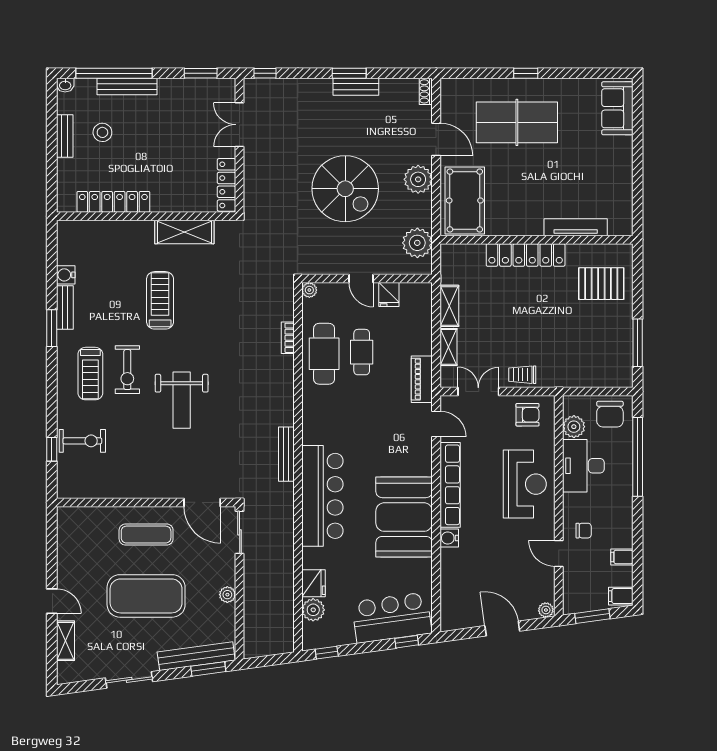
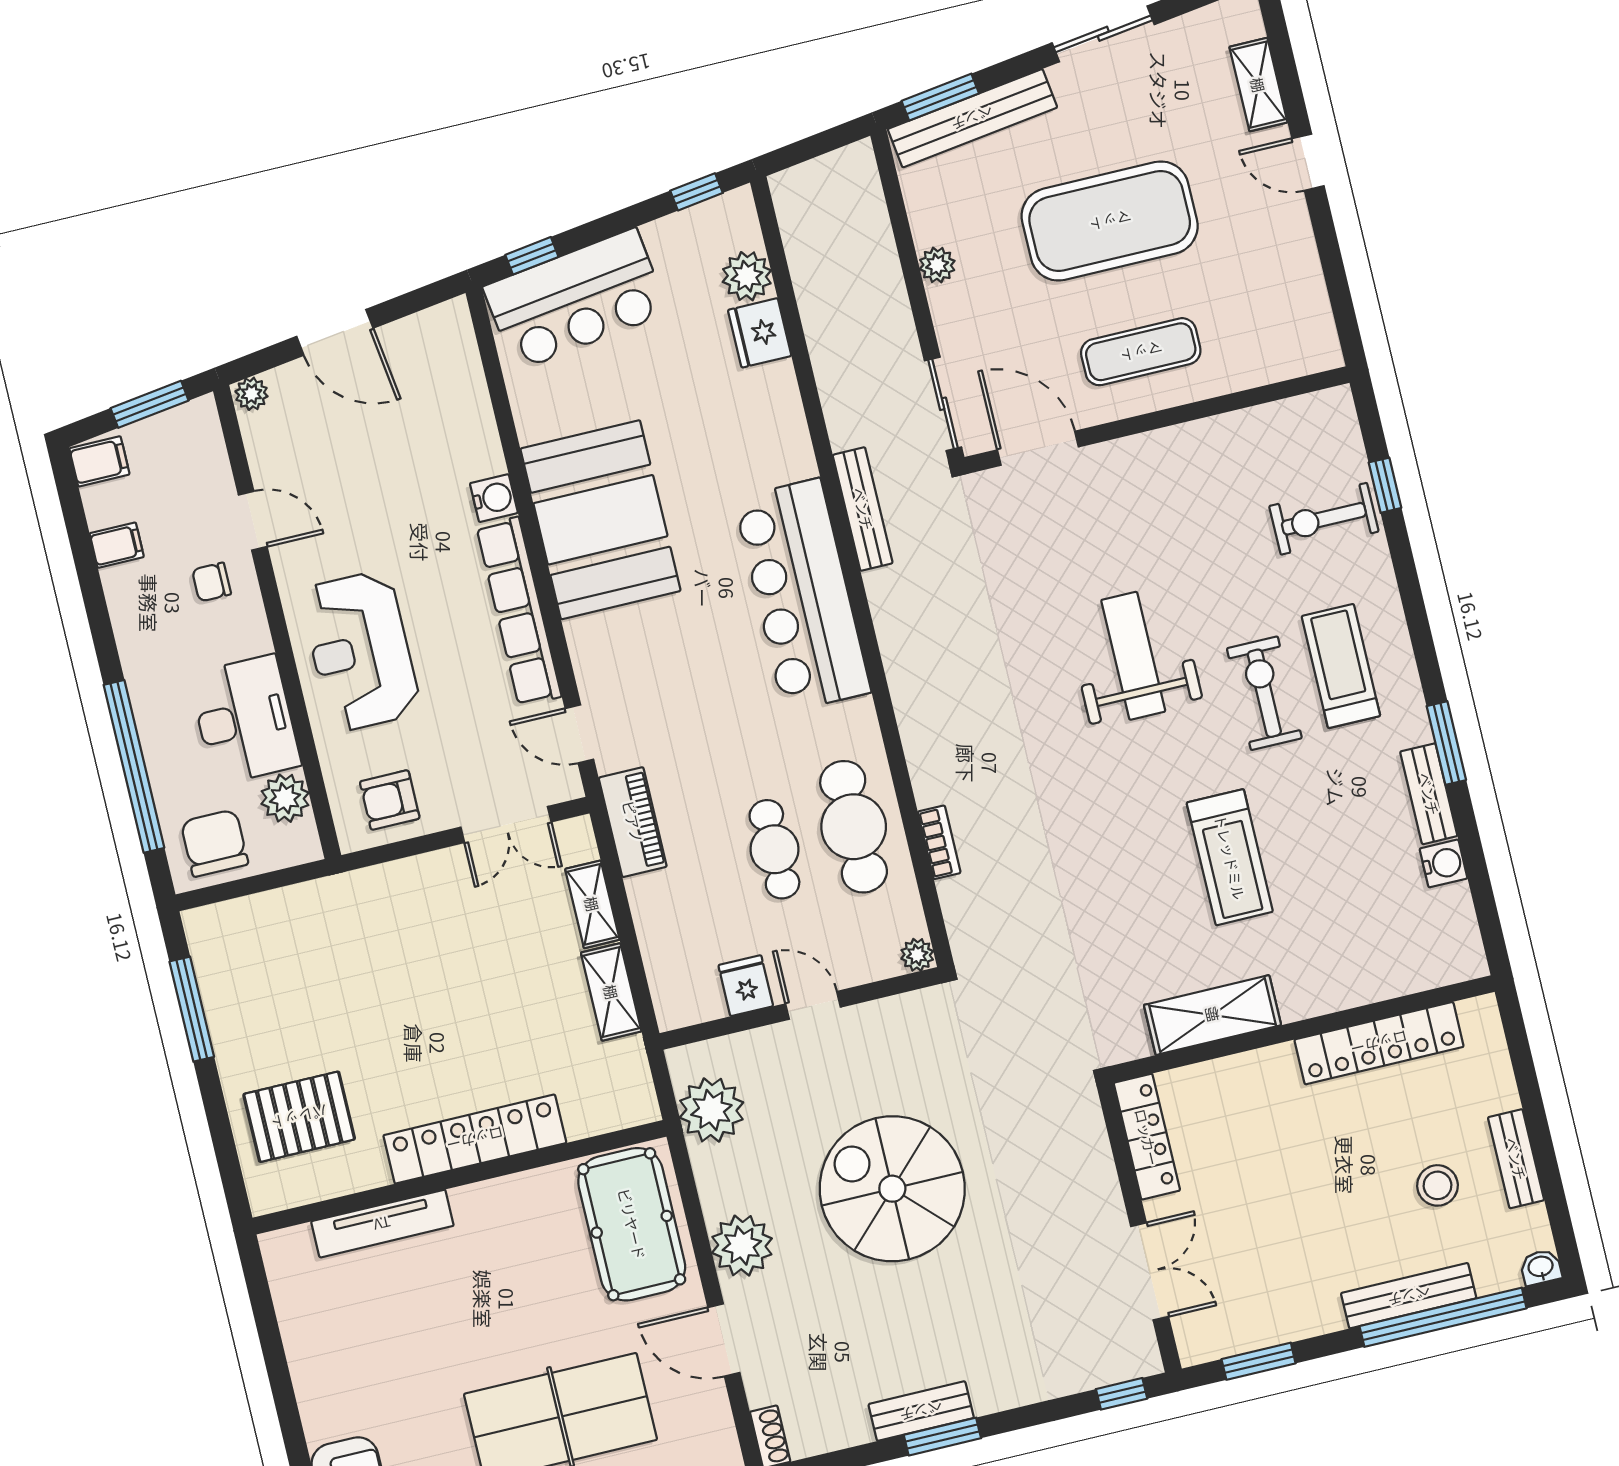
trolley: (522, 375) -> (421, 883), removed
bench: (286, 454) -> (863, 509), moved
bar counter: (322, 496) -> (802, 595), moved

